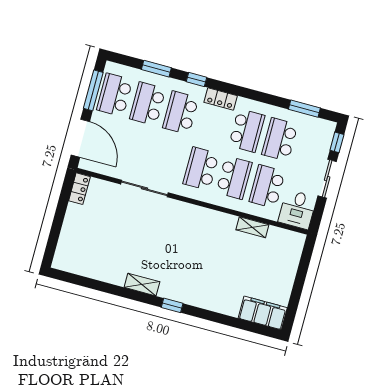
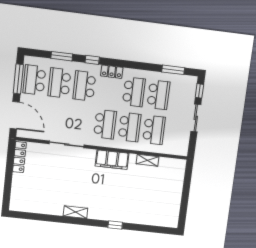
school desk: (280, 139) -> (158, 95), turned 180
school desk: (201, 169) -> (105, 124), turned 180
school desk: (267, 187) -> (154, 130), turned 180
locker: (79, 189) -> (19, 157), width x1.53
desk: (297, 209) -> (178, 143), removed
window: (172, 305) -> (115, 225), moved
filing cabinet: (263, 313) -> (112, 160), moved, turned 180

